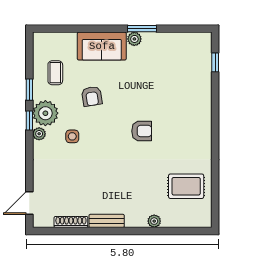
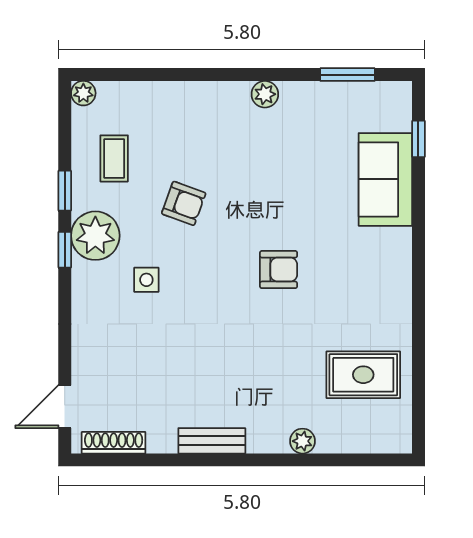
window: (142, 29) -> (348, 75), moved
sofa: (102, 46) -> (385, 179), moved, turned 90
armchair: (92, 96) -> (184, 203), turned -61
plant: (39, 134) -> (83, 93), moved
shoe rack: (71, 222) -> (114, 443), moved

